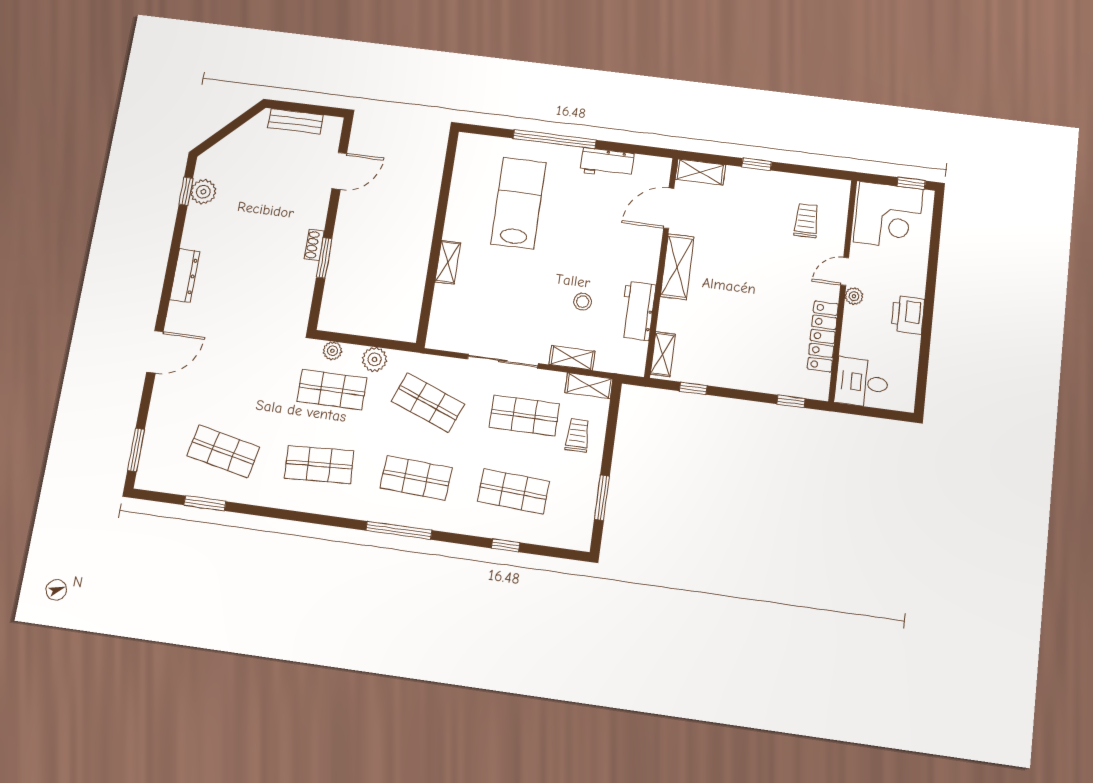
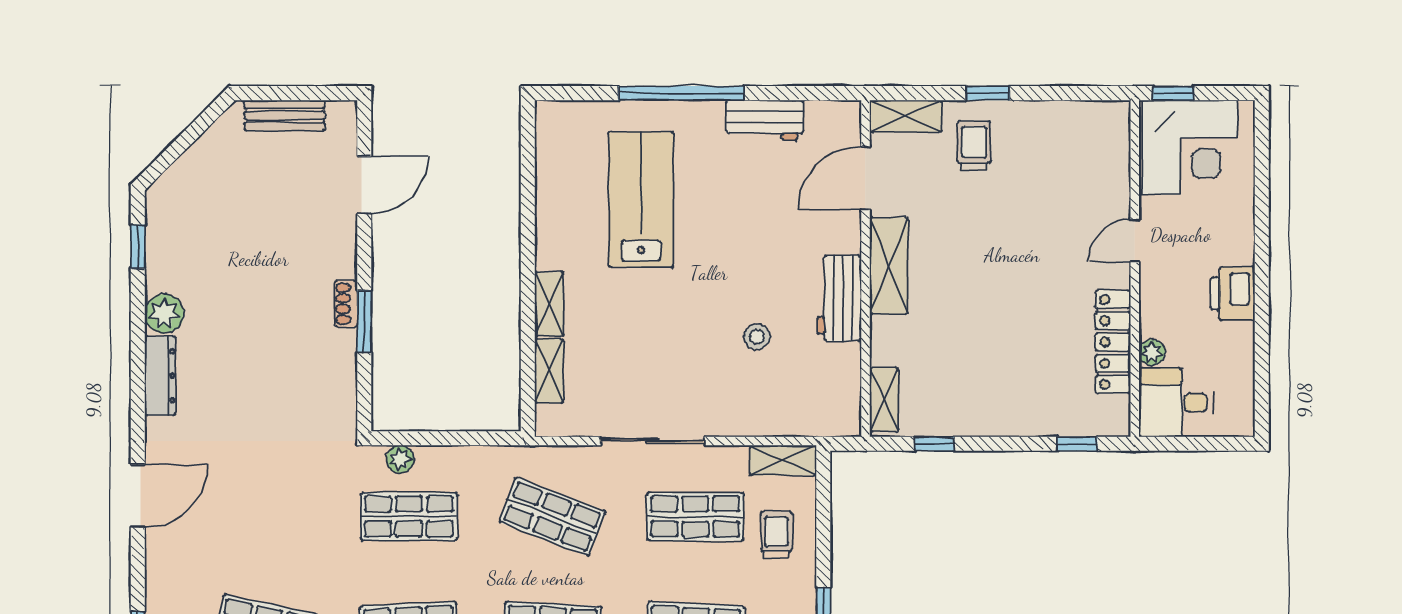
window: (911, 183) -> (1173, 93), moved
plant: (203, 192) -> (164, 314), moved
trolley: (806, 221) -> (974, 145), moved
plant: (854, 296) -> (1152, 352), moved
workbench: (638, 311) -> (839, 298), moved
shelving: (572, 358) -> (549, 371), moved, turned 90
plant: (375, 359) -> (464, 464), removed

